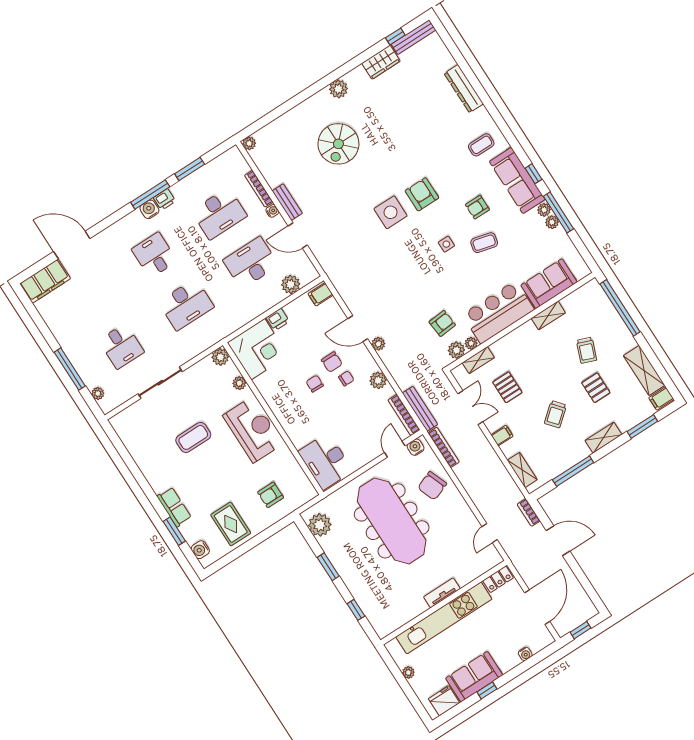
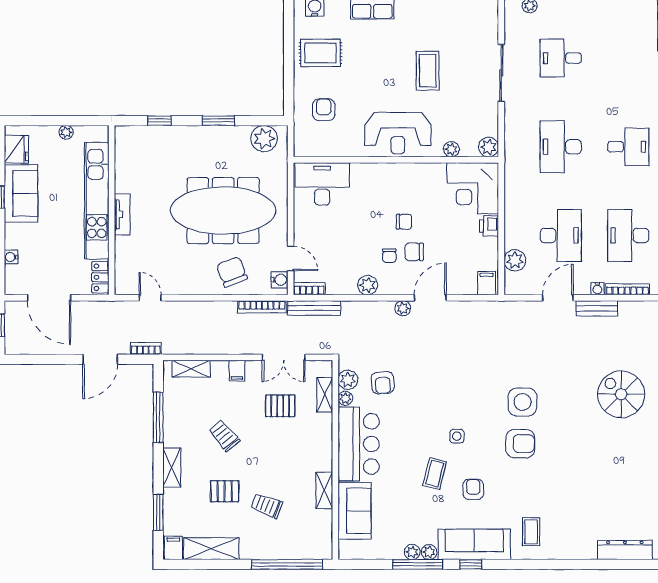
dresser: (464, 89) -> (625, 550), moved
bookcase: (404, 415) -> (309, 289), width x0.64

